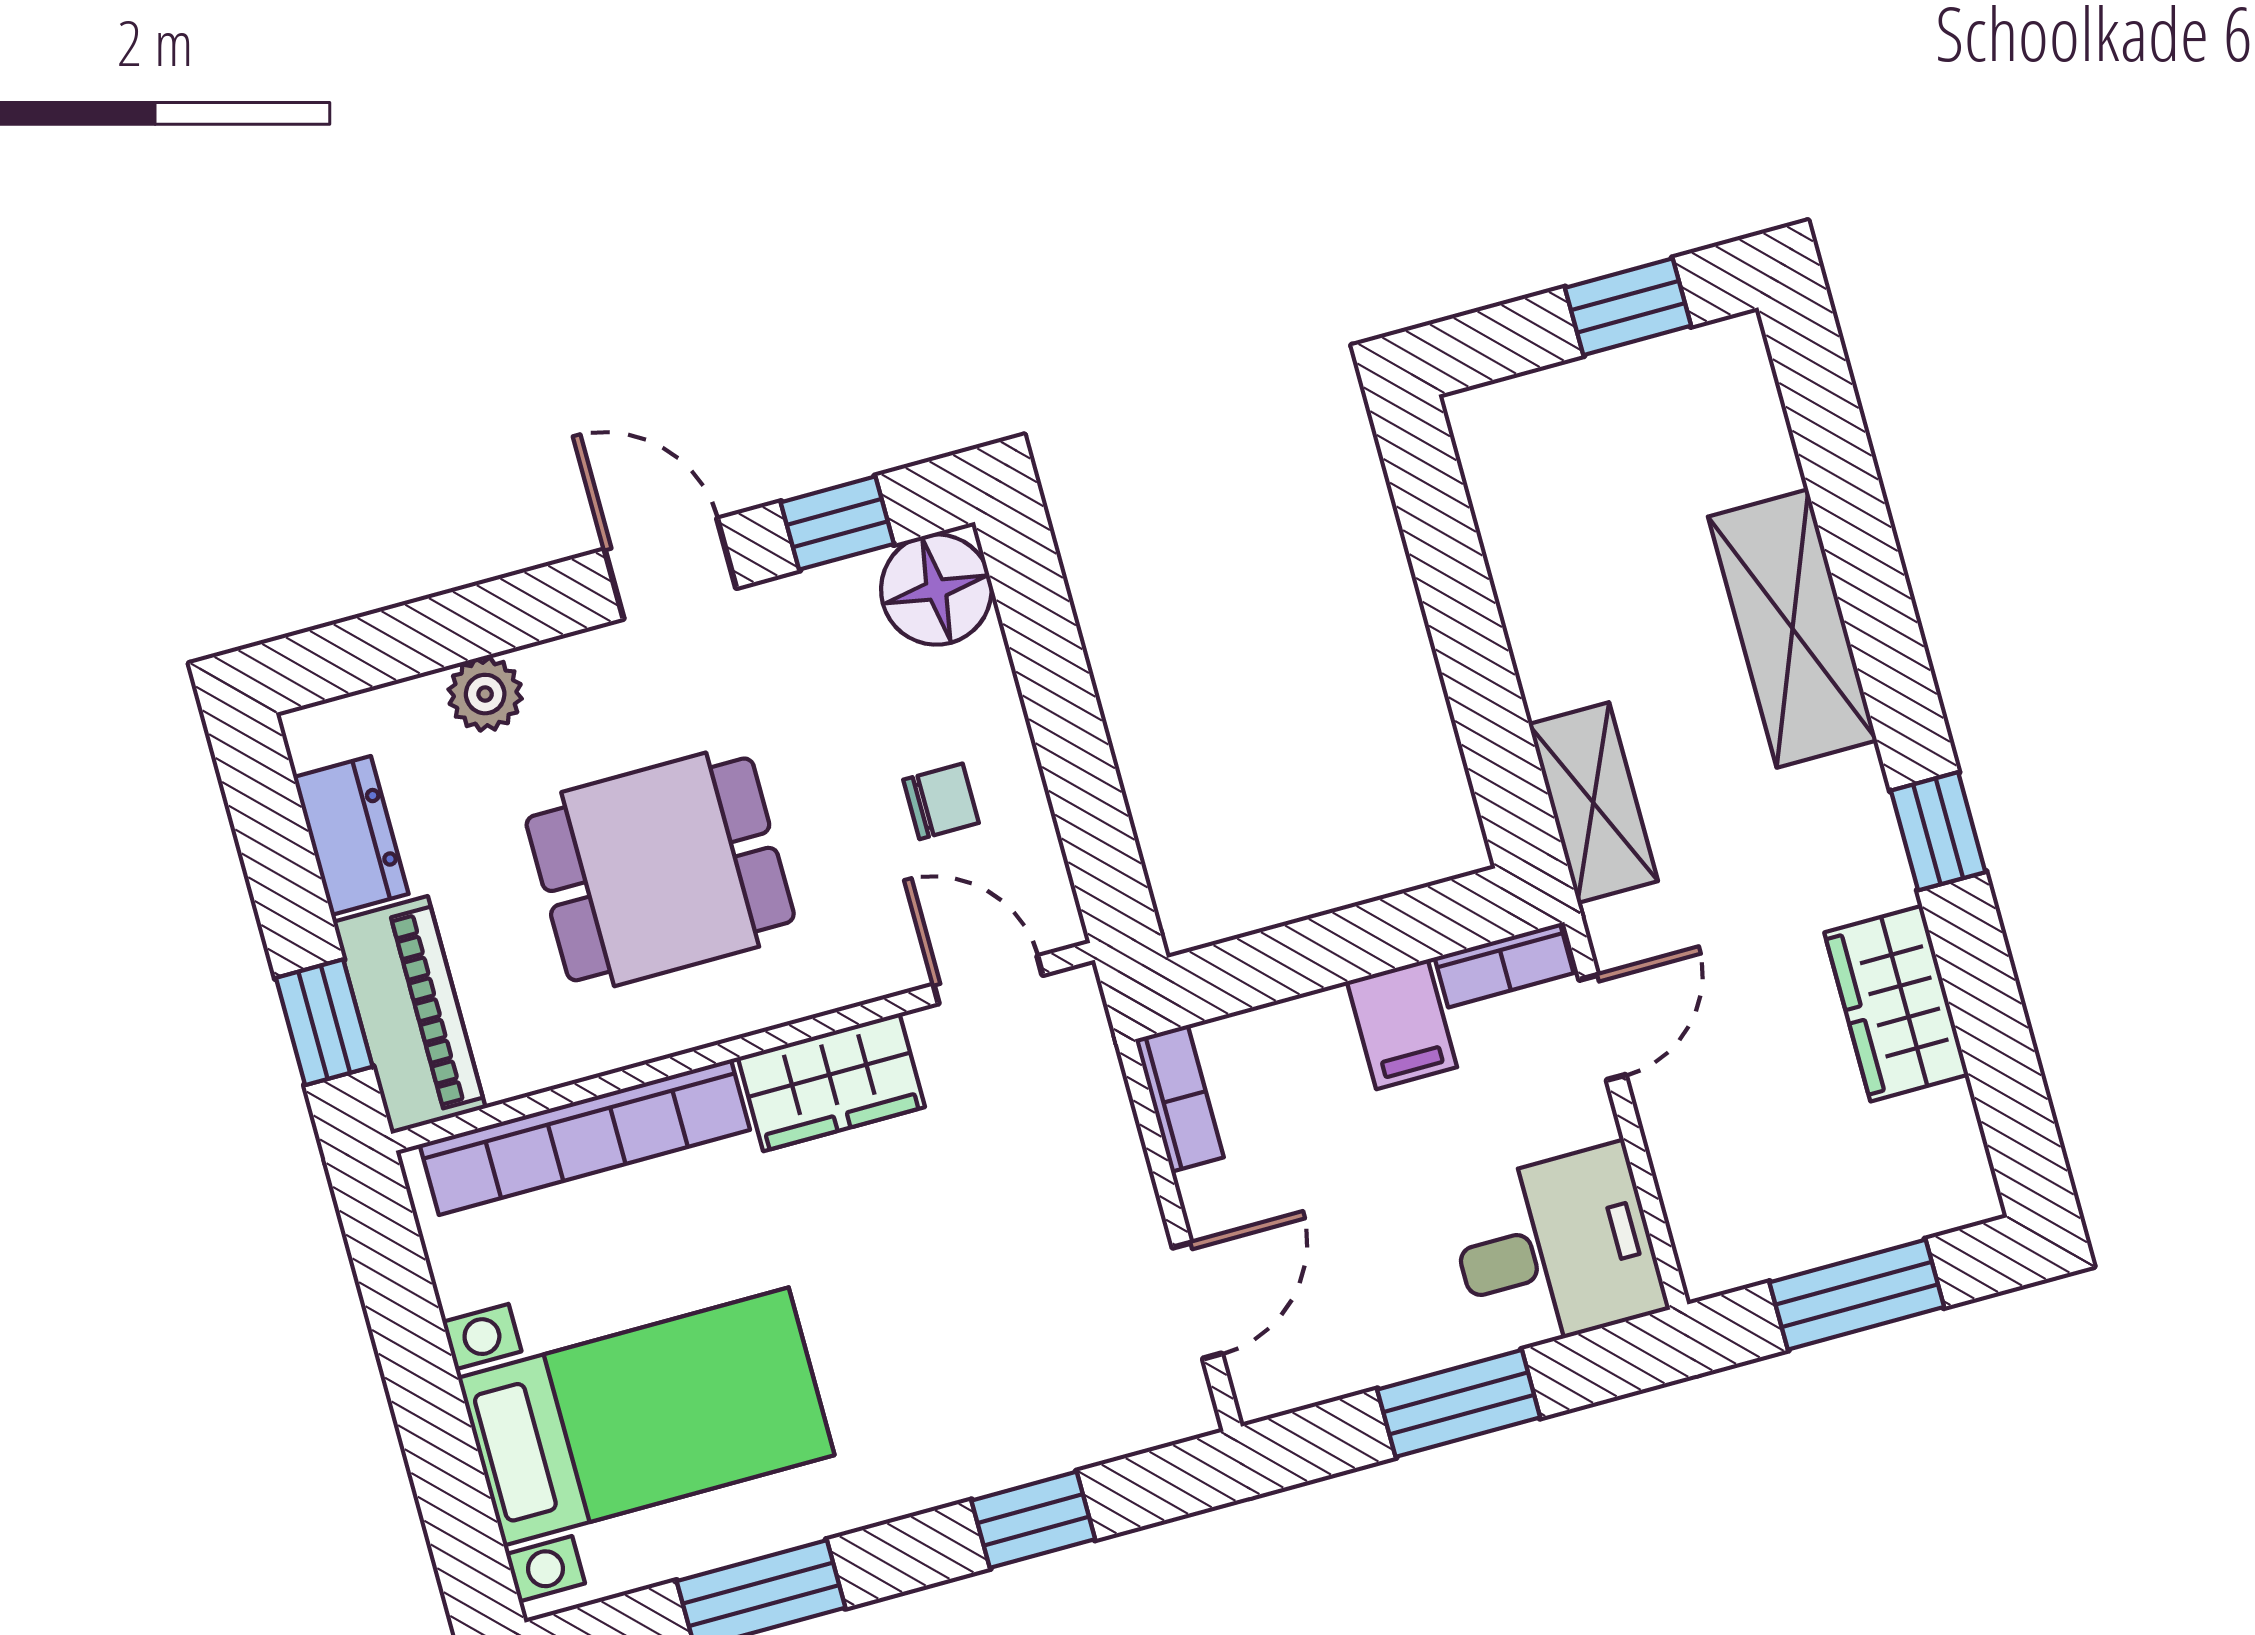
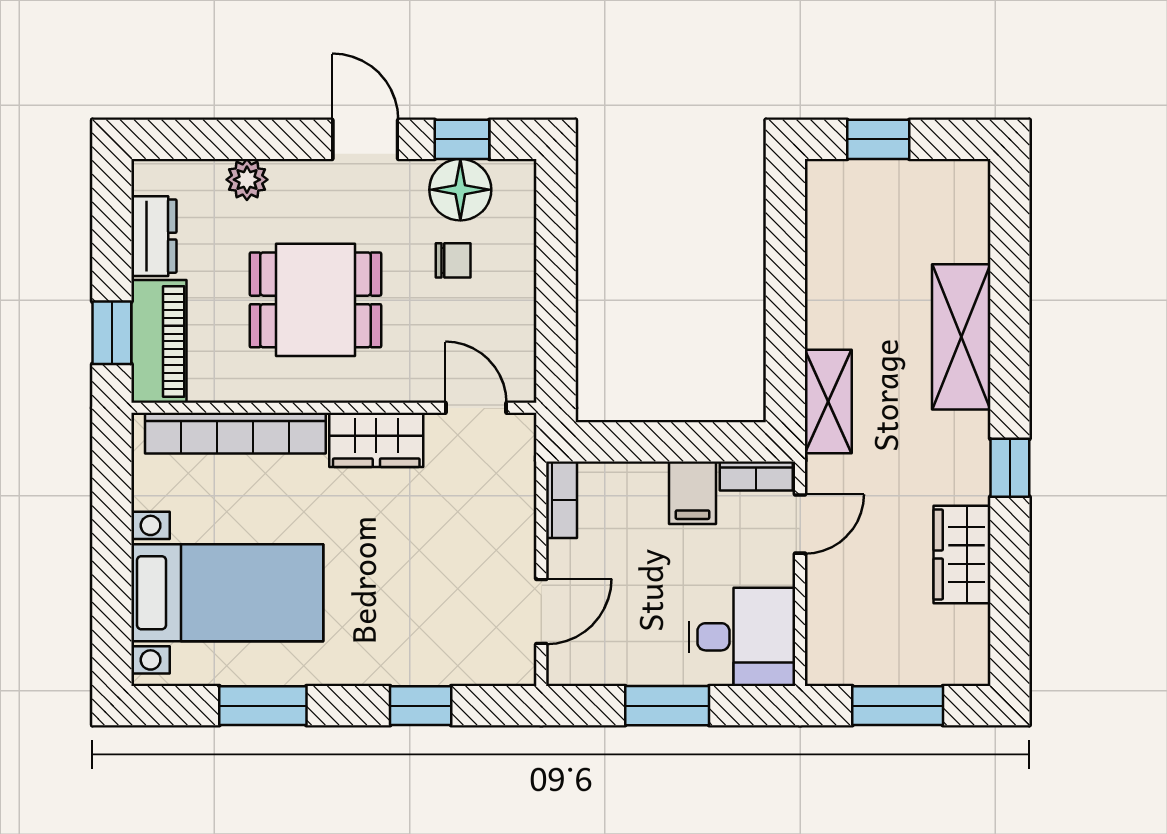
window: (1628, 307) -> (878, 139), moved
floor lamp: (936, 589) -> (460, 190), moved
chair: (941, 801) -> (453, 260), moved

